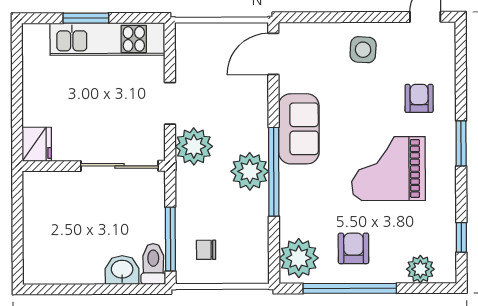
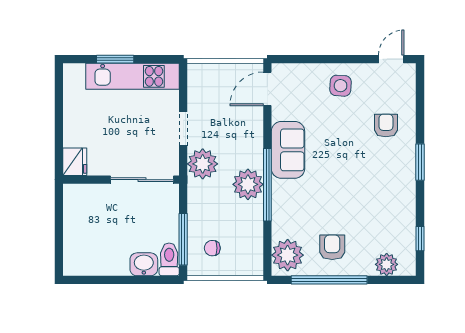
grand piano: (388, 169) -> (361, 183), removed

